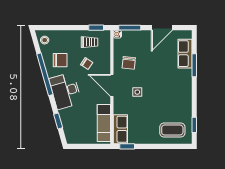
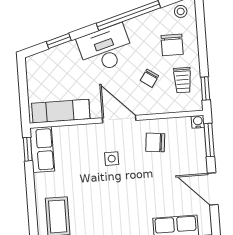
chair: (60, 60) -> (172, 45), moved
door: (112, 85) -> (119, 119), hinge flipped
row of seats: (120, 129) -> (42, 149), moved, turned -90

